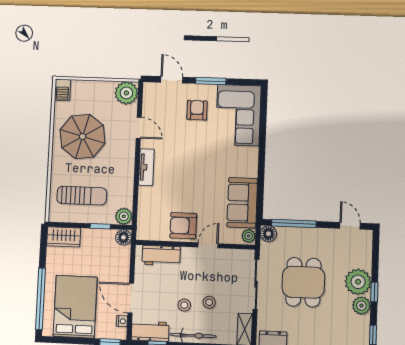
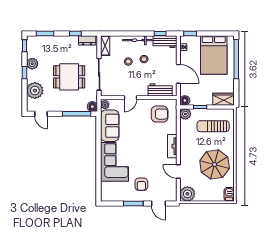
corner sofa: (238, 115) -> (115, 162), moved
armchair: (183, 226) -> (160, 114), moved
dining table: (303, 282) -> (69, 77), turned 90
plant: (358, 282) -> (35, 91), moved
door: (131, 298) -> (178, 74), moved

